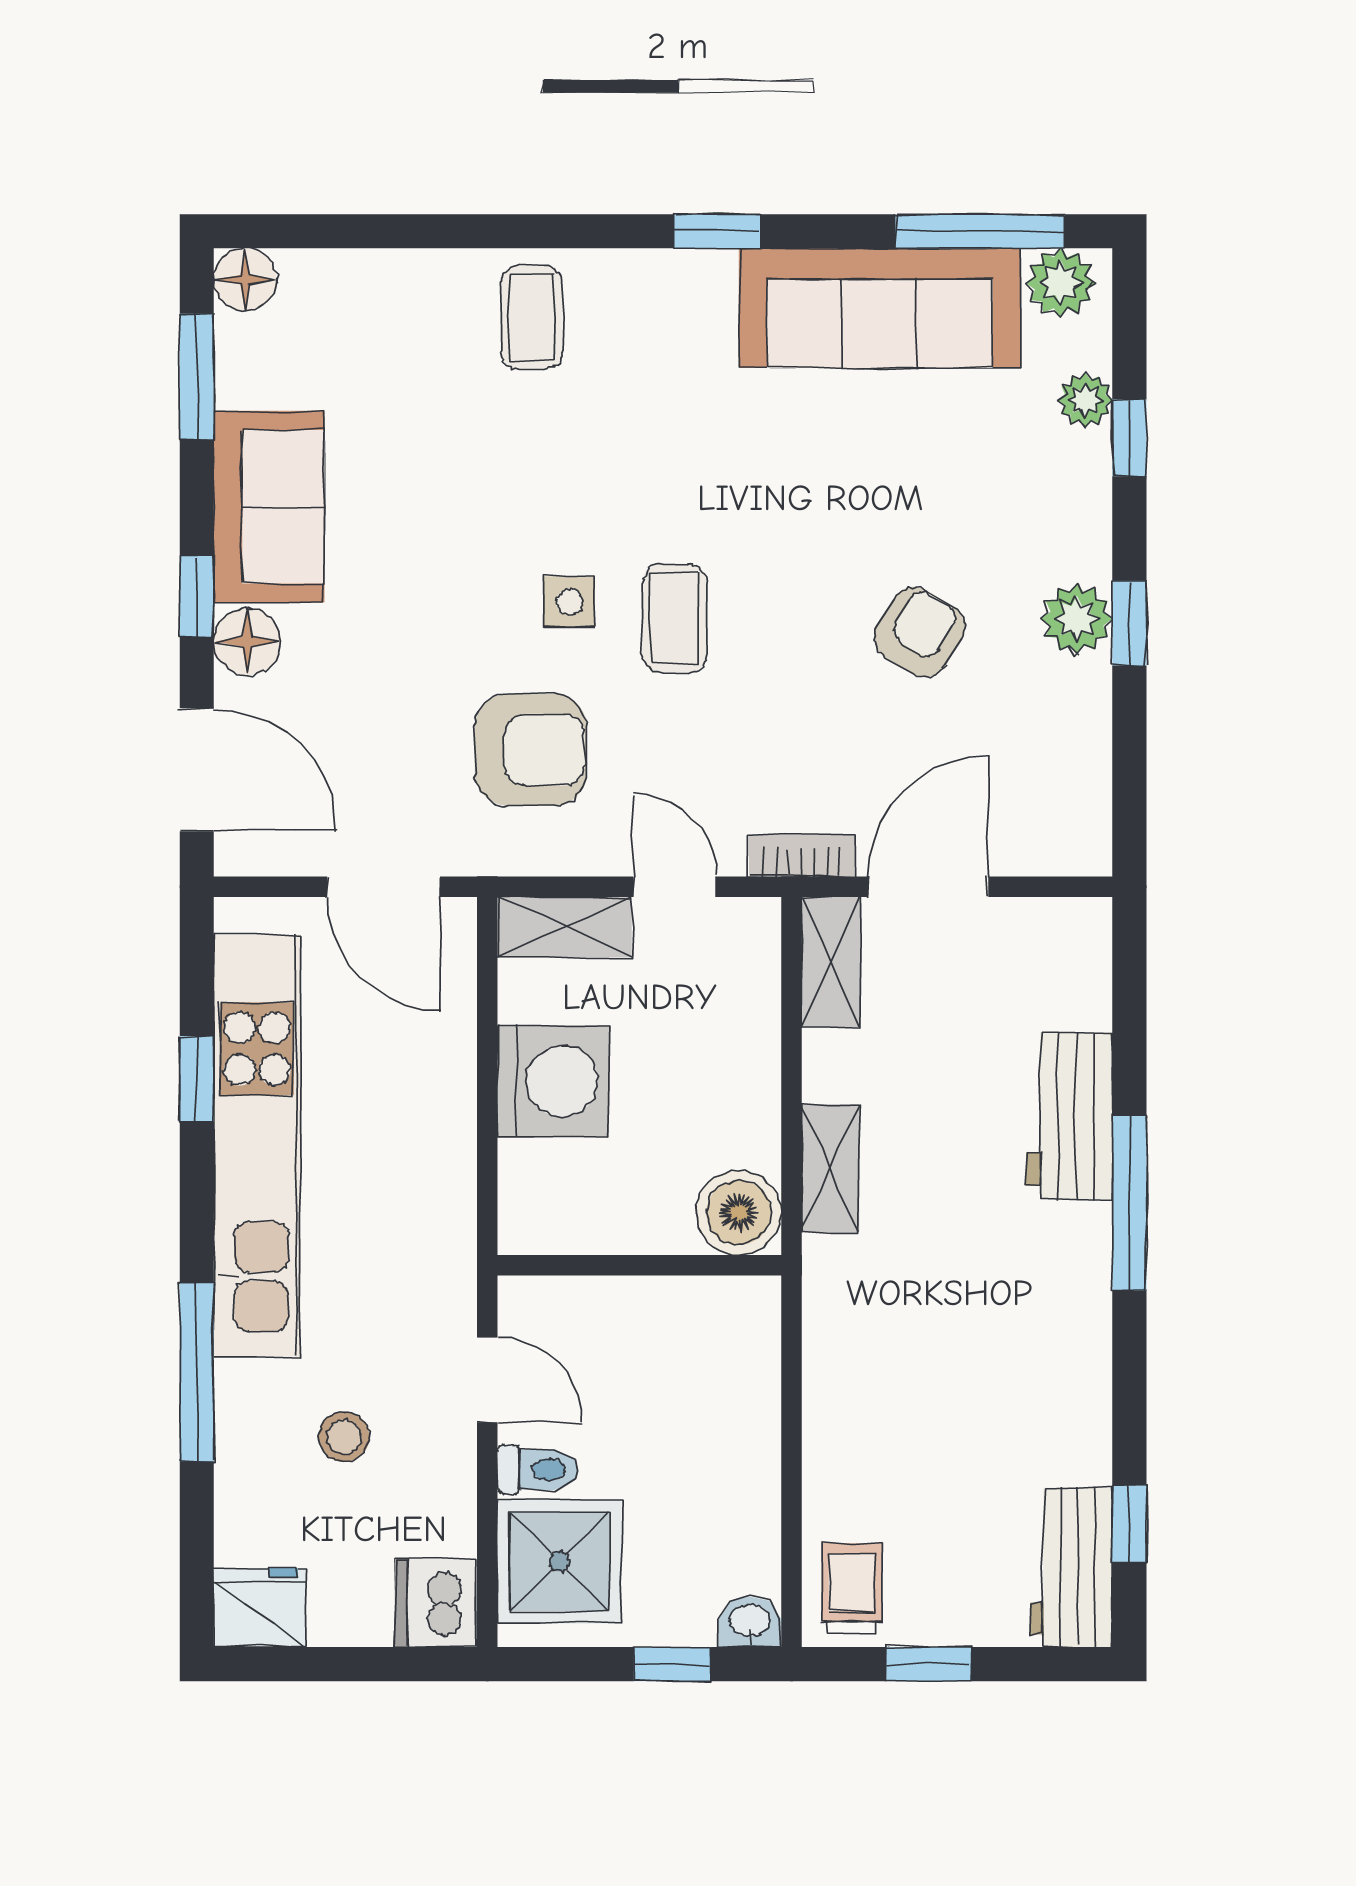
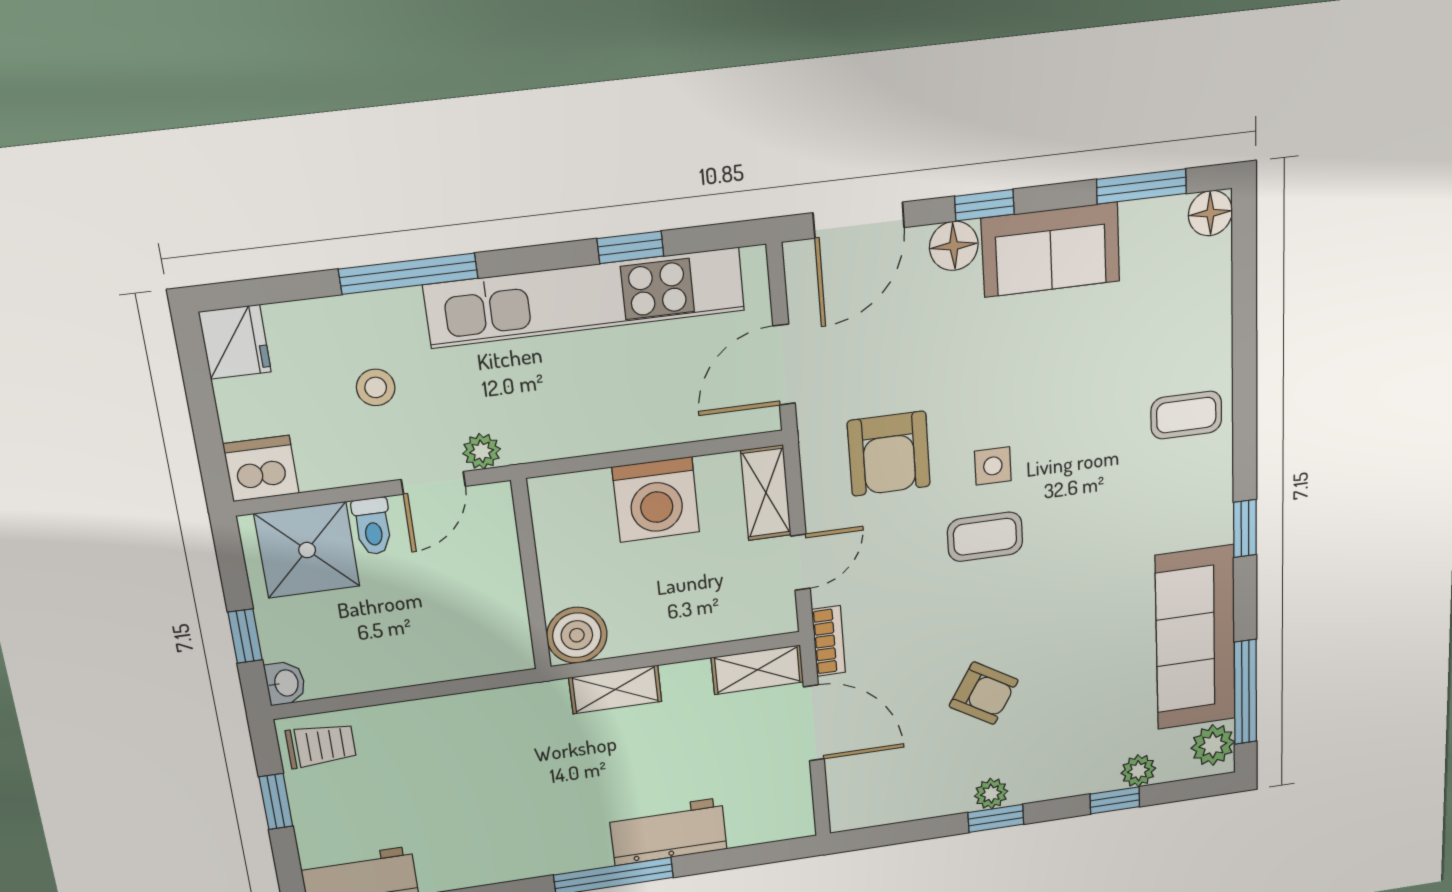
plant: (1077, 619) -> (991, 794), width x0.73, depth x0.73
plant: (451, 1310) -> (482, 451), added

